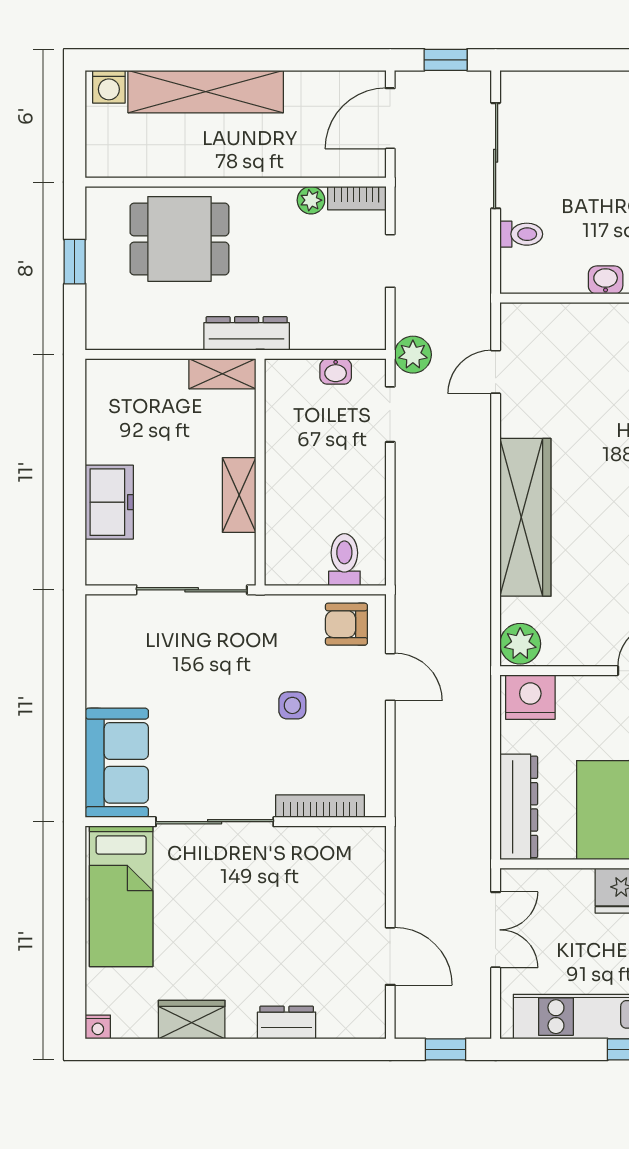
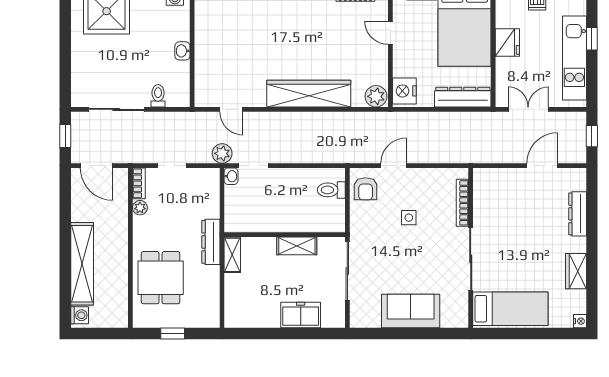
washbasin: (336, 371) -> (231, 176), moved
sofa: (117, 763) -> (411, 311), moved
dresser: (287, 1023) -> (578, 214), width x1.44

